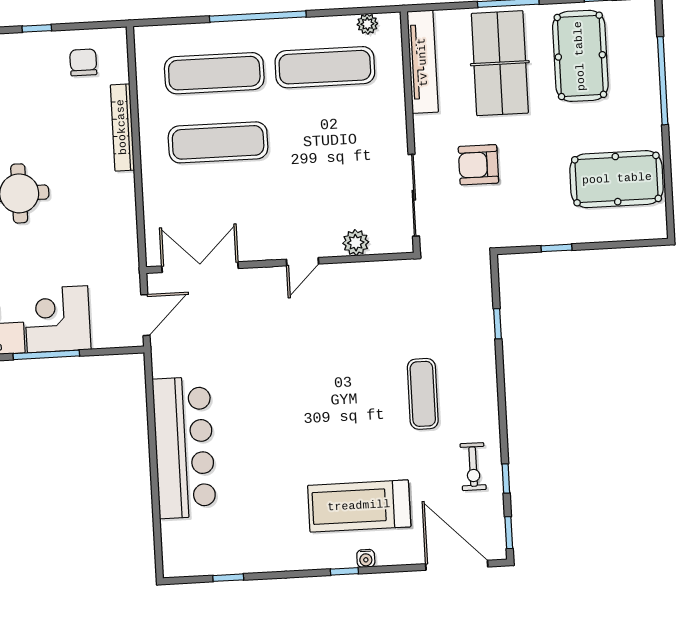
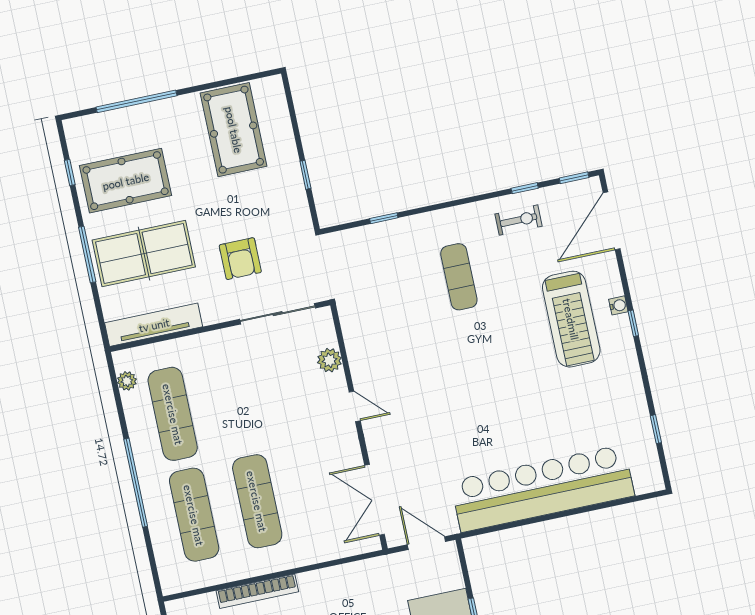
exercise mat: (423, 394) -> (459, 277), turned 90
bar counter: (184, 447) -> (543, 488), width x1.36

